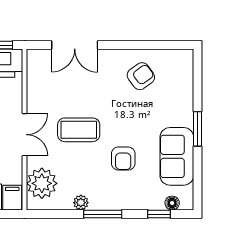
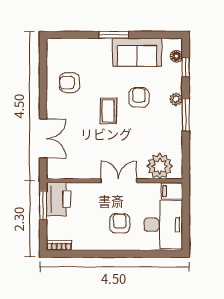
armchair: (141, 76) -> (69, 83), turned -54
coffee table: (79, 130) -> (108, 111), moved, width x0.73, depth x0.77
armchair: (123, 158) -> (139, 97), turned -90
plant: (81, 203) -> (176, 99), moved

